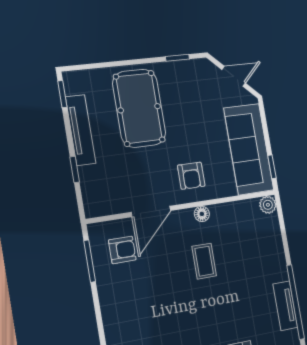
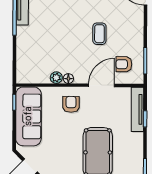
tv unit: (81, 130) -> (137, 109), moved
plant: (268, 205) -> (56, 78), moved
coffee table: (204, 261) -> (99, 34), moved

